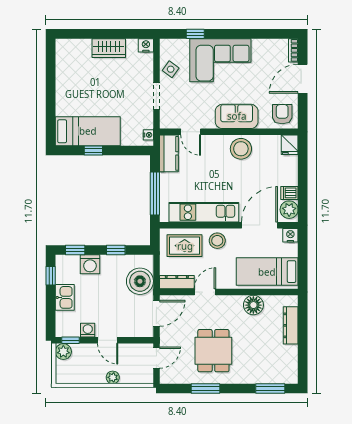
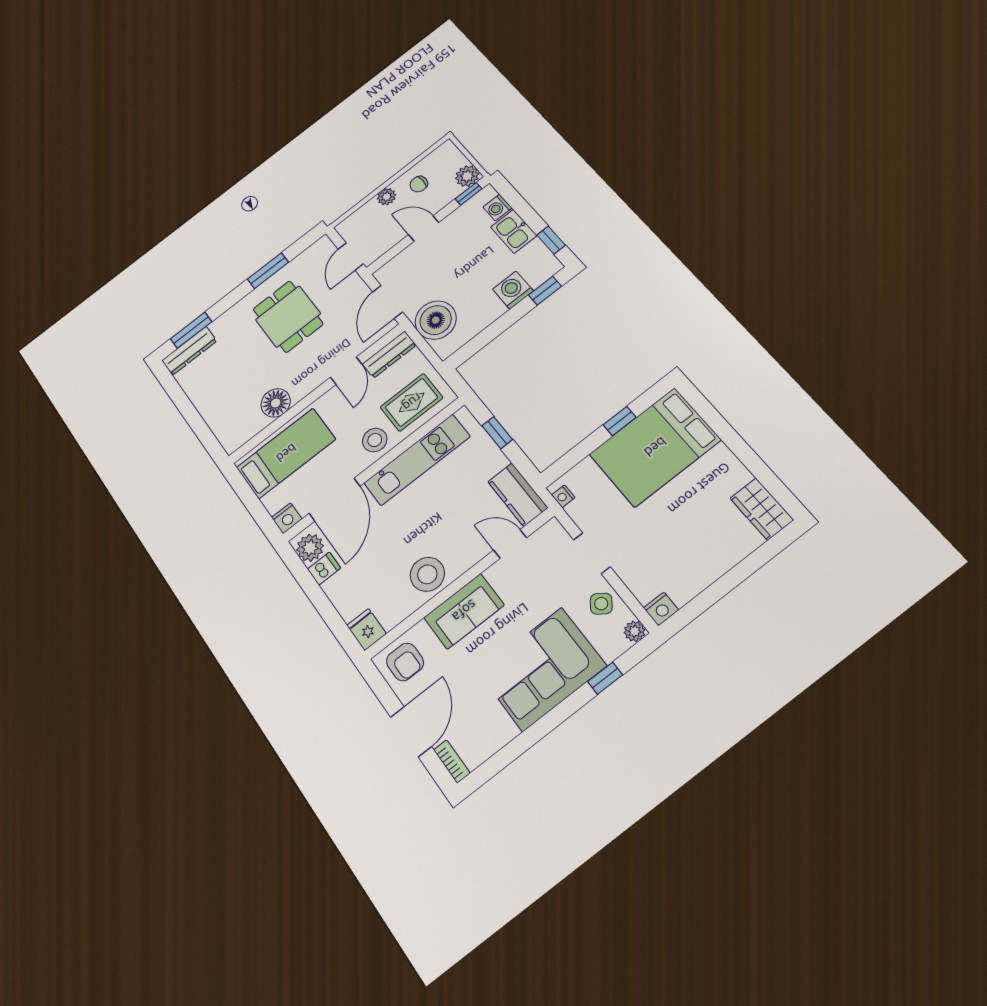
plant: (166, 45) -> (635, 631), added
wardrobe: (109, 48) -> (762, 509), moved, turned -90
bed: (88, 131) -> (655, 447), width x1.50
window: (155, 194) -> (497, 433), width x0.46
window: (116, 250) -> (494, 330), removed
dresser: (291, 325) -> (189, 351), moved, turned 90
washing machine: (88, 330) -> (497, 208), moved, turned 90
chair: (91, 370) -> (419, 184), added

